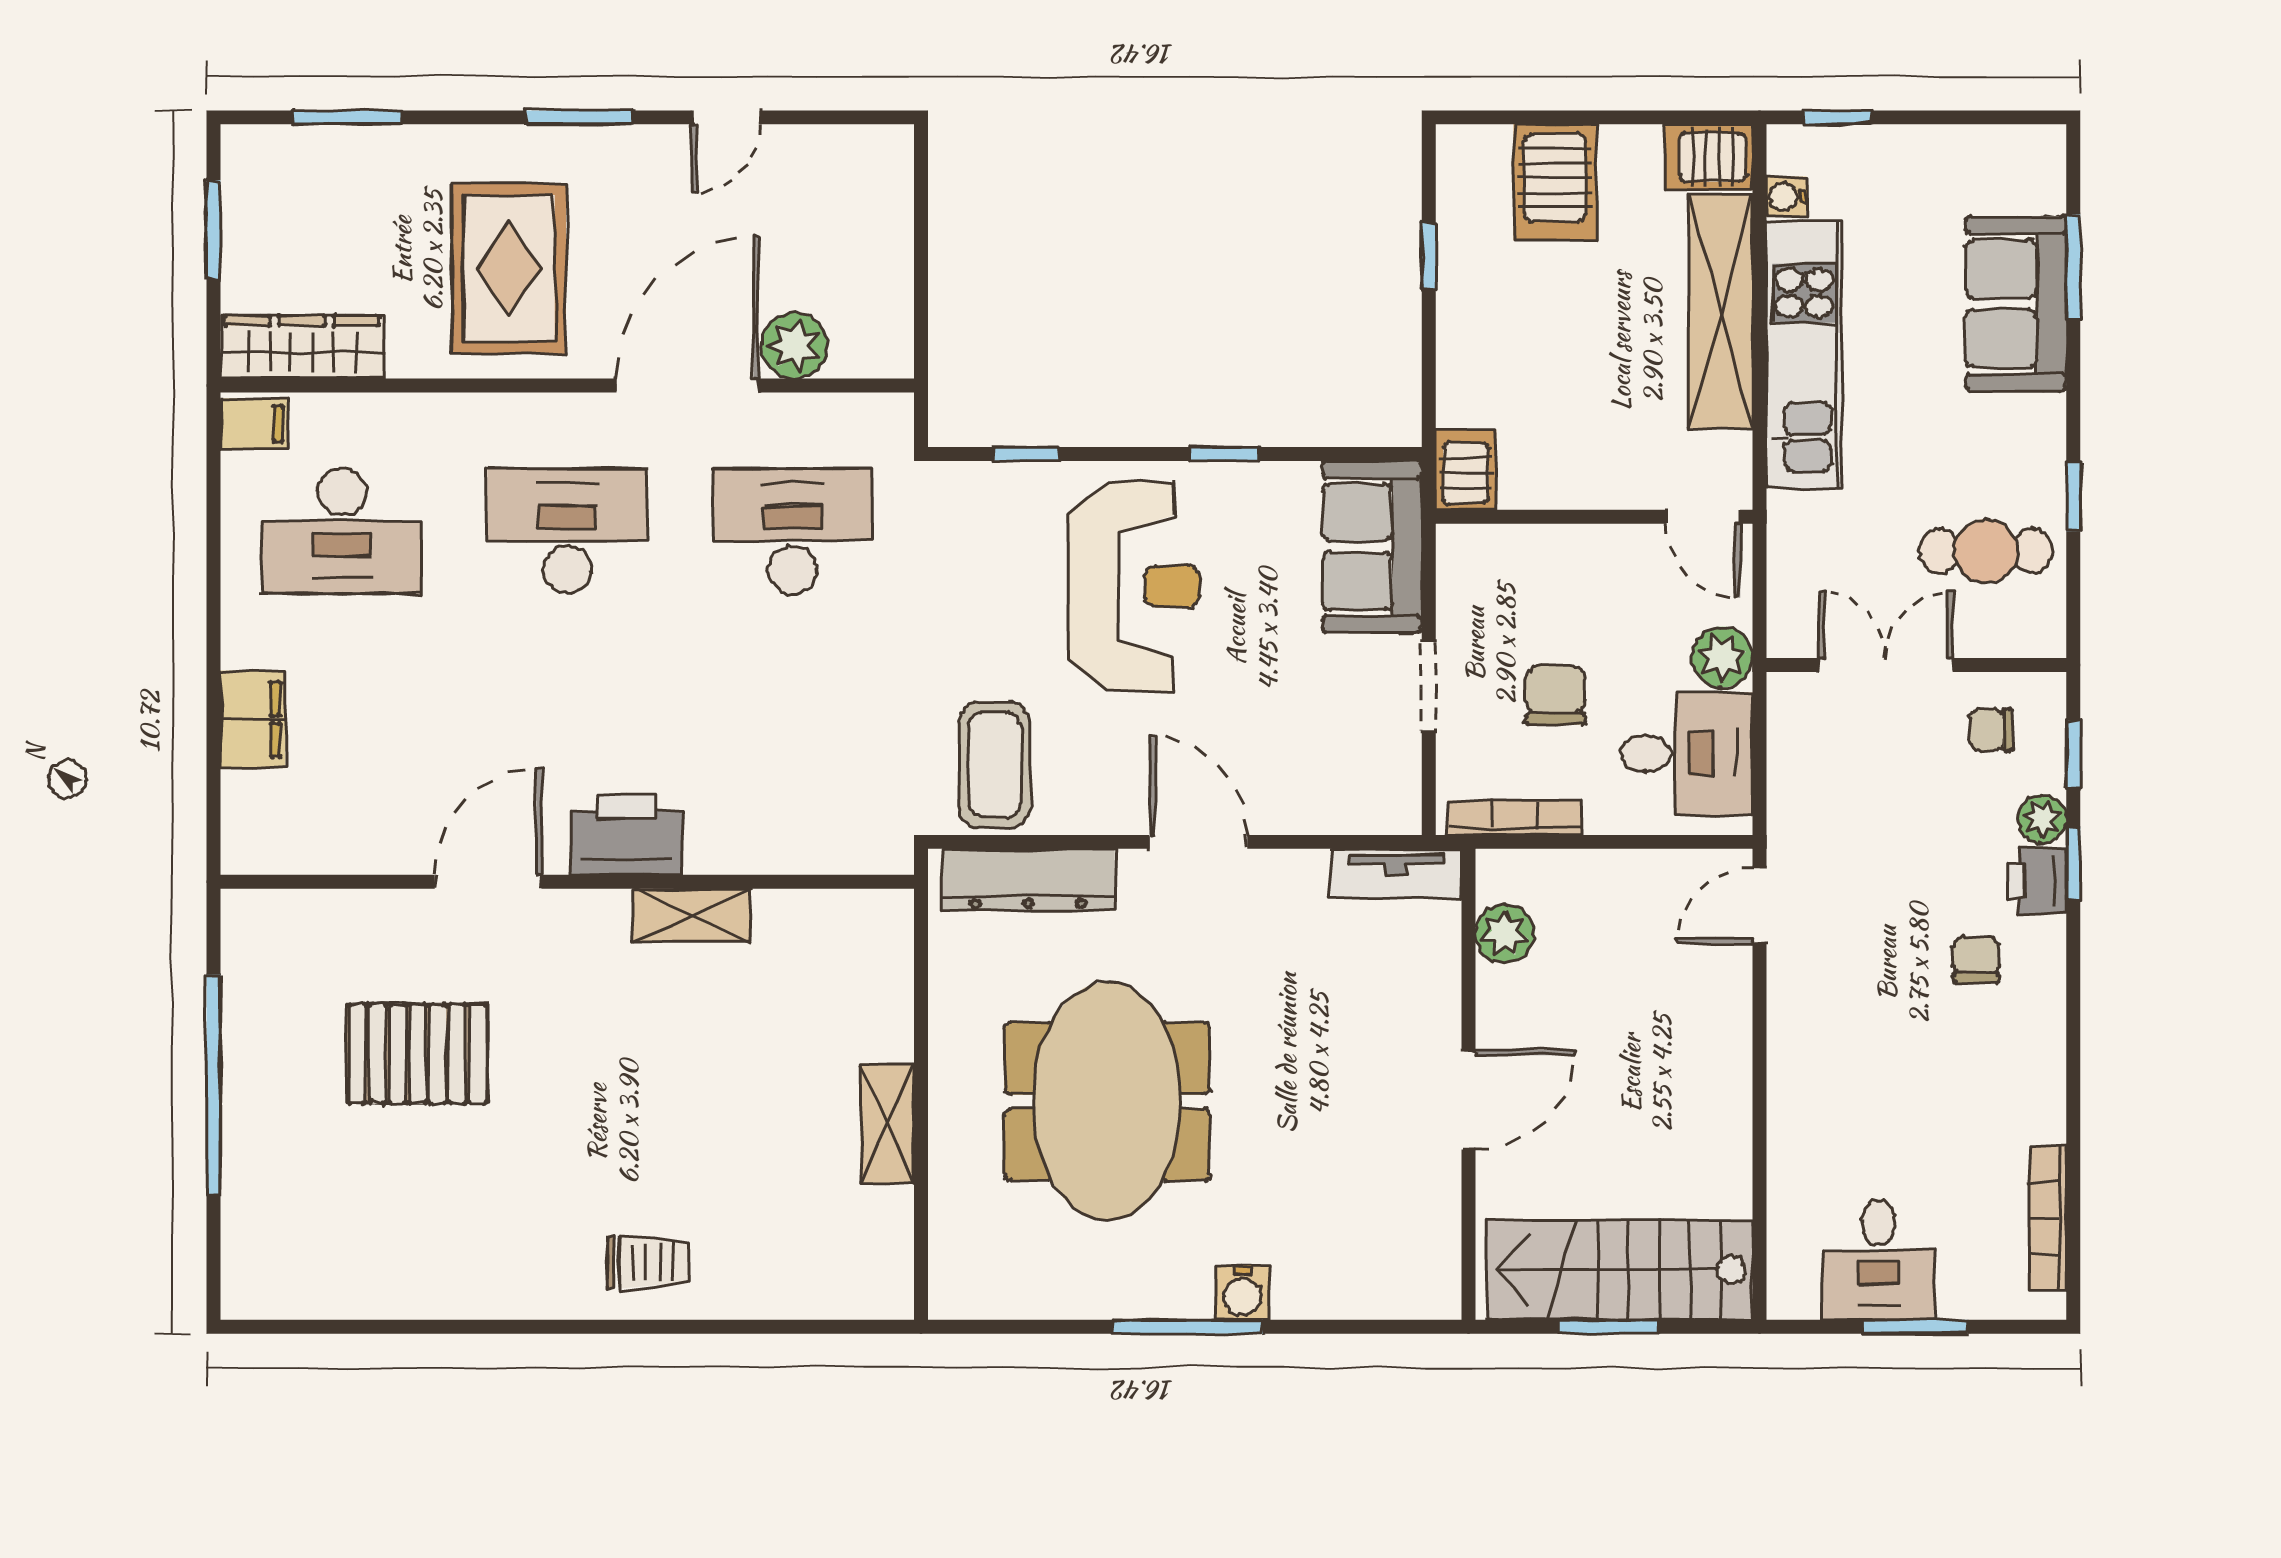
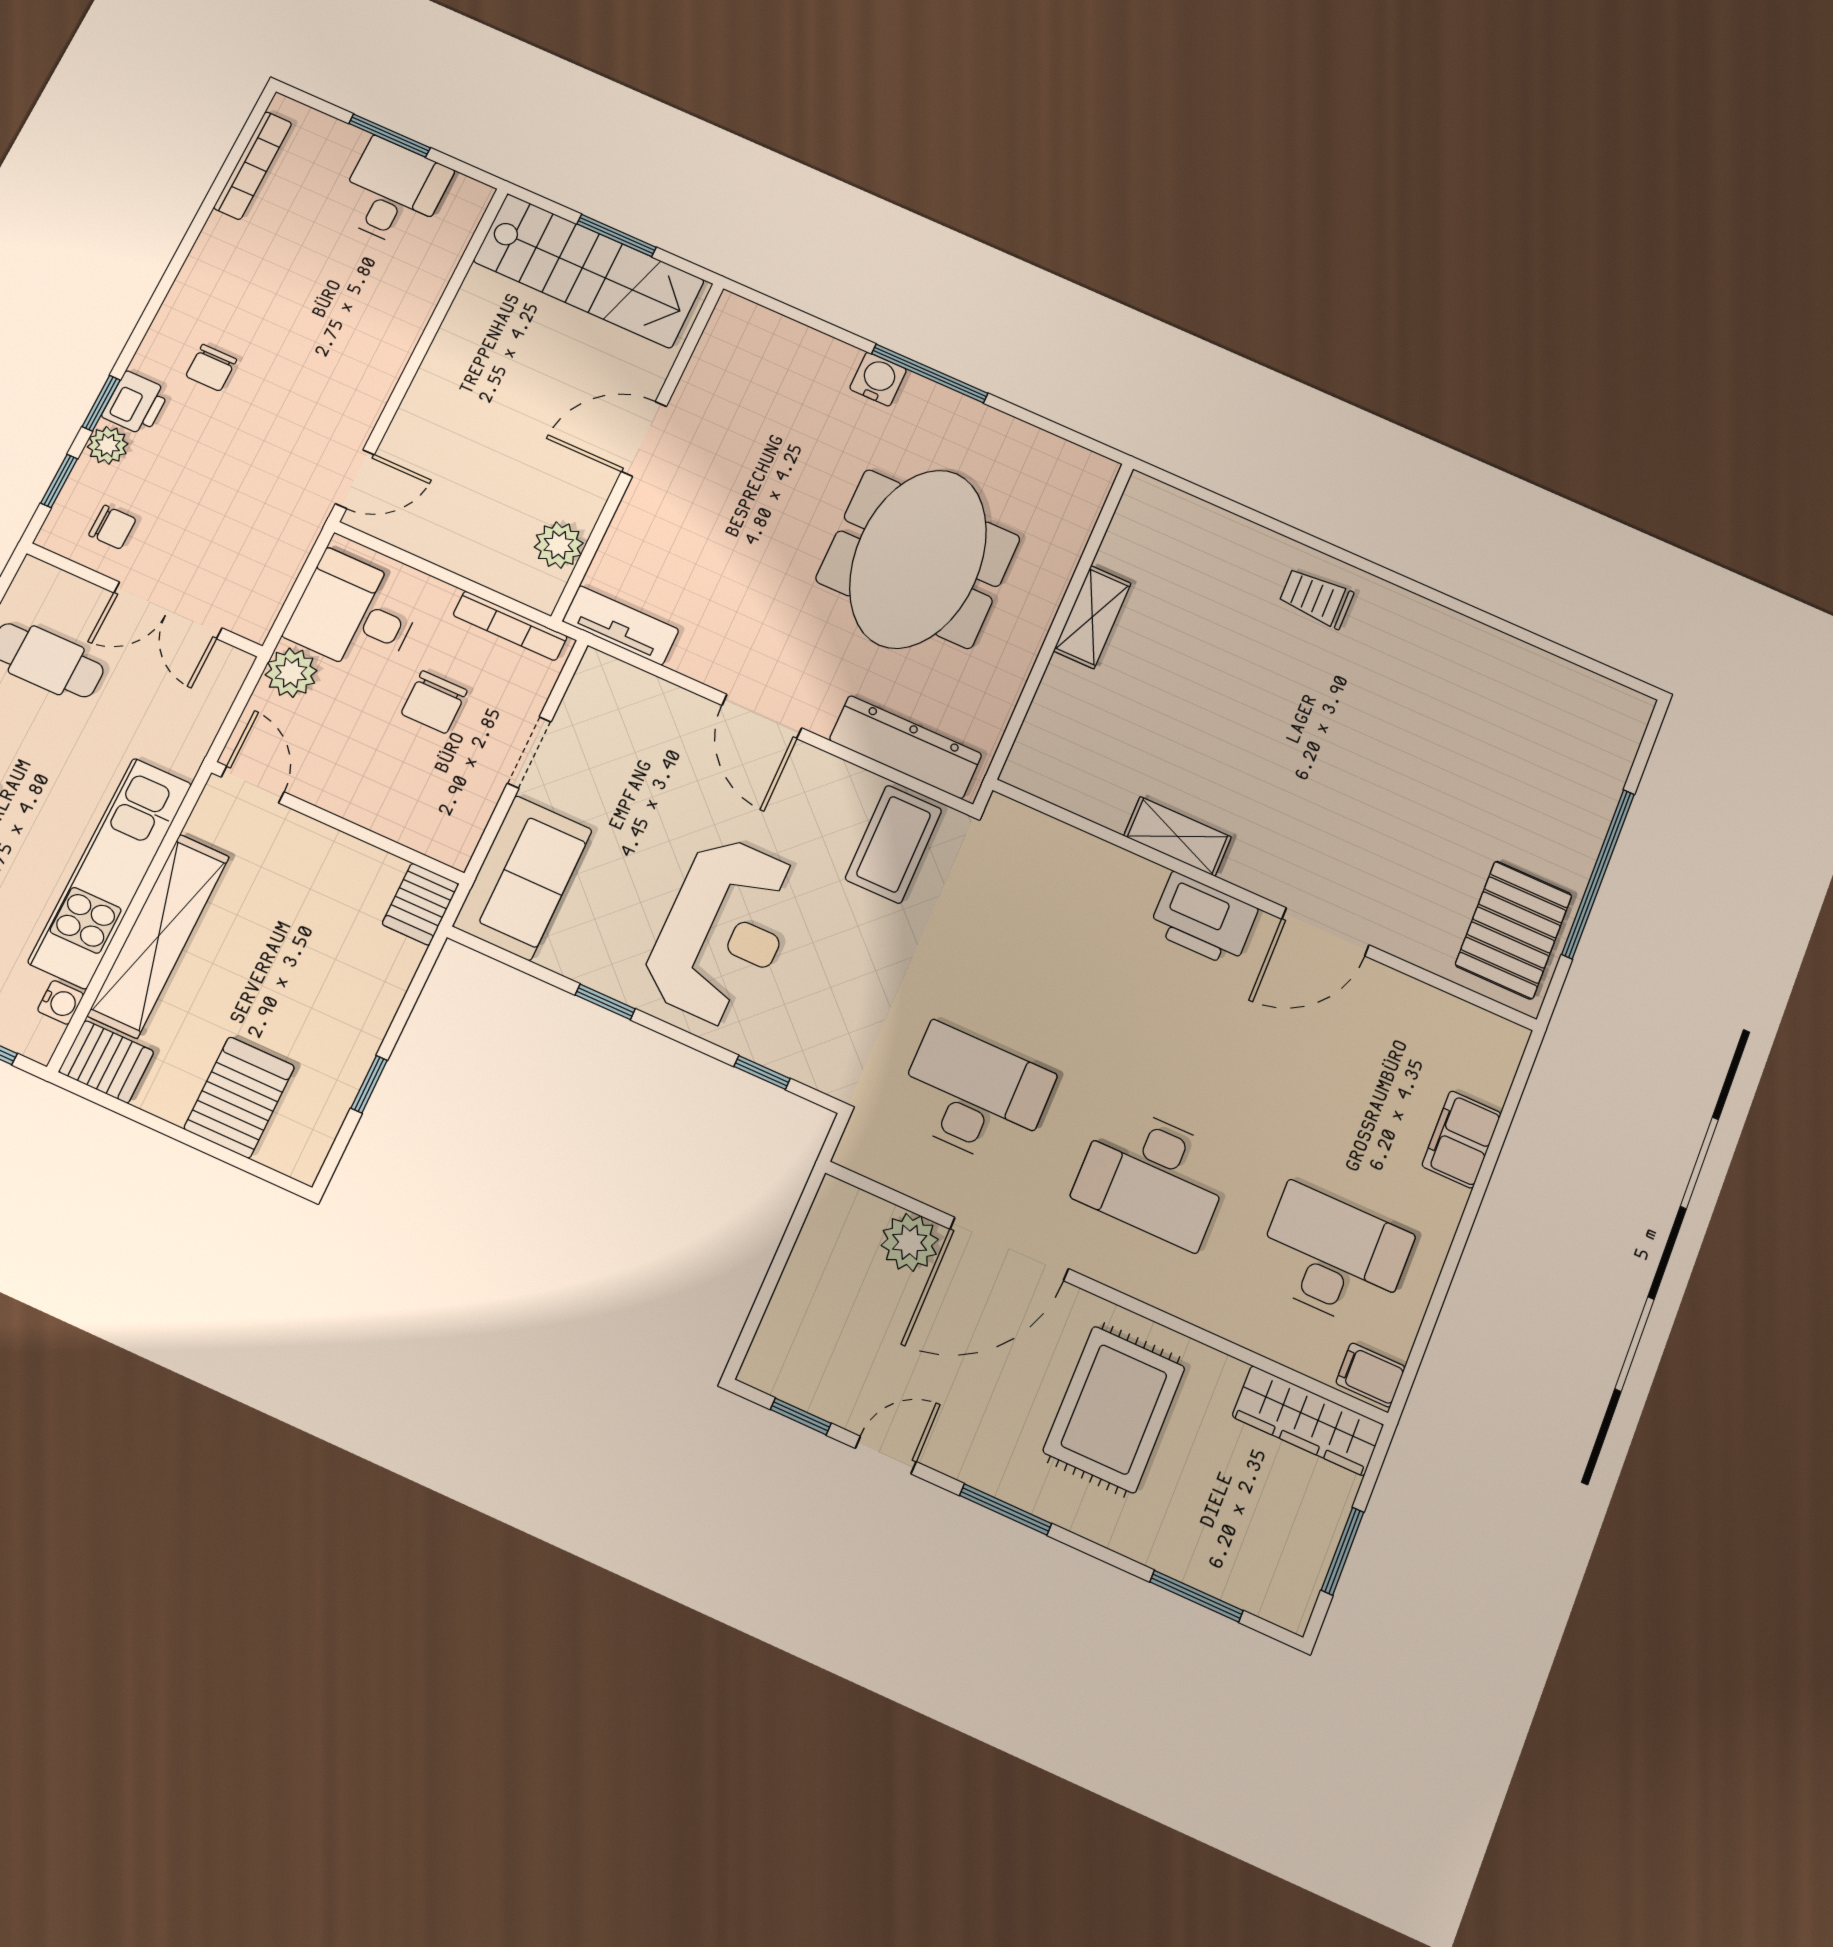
window: (830, 117) -> (801, 1416), added
desk: (792, 531) -> (974, 1095), turned 180
reception desk: (1134, 586) -> (724, 931), turned 180
pallet: (417, 1054) -> (1514, 930), moved, turned 90

